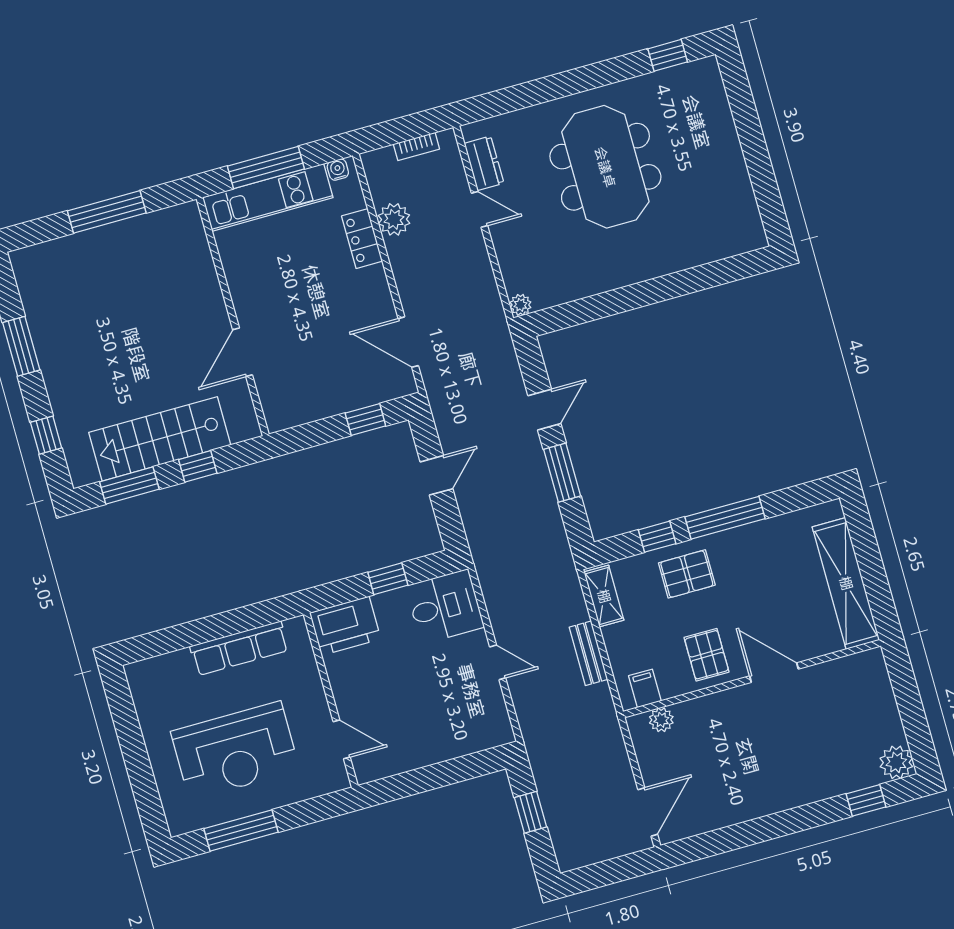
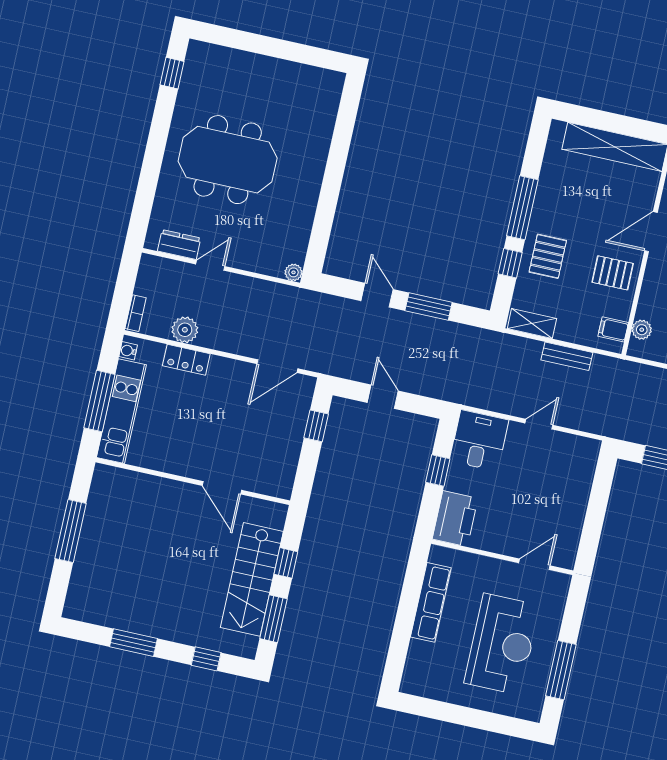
bookcase: (416, 147) -> (136, 313), moved

